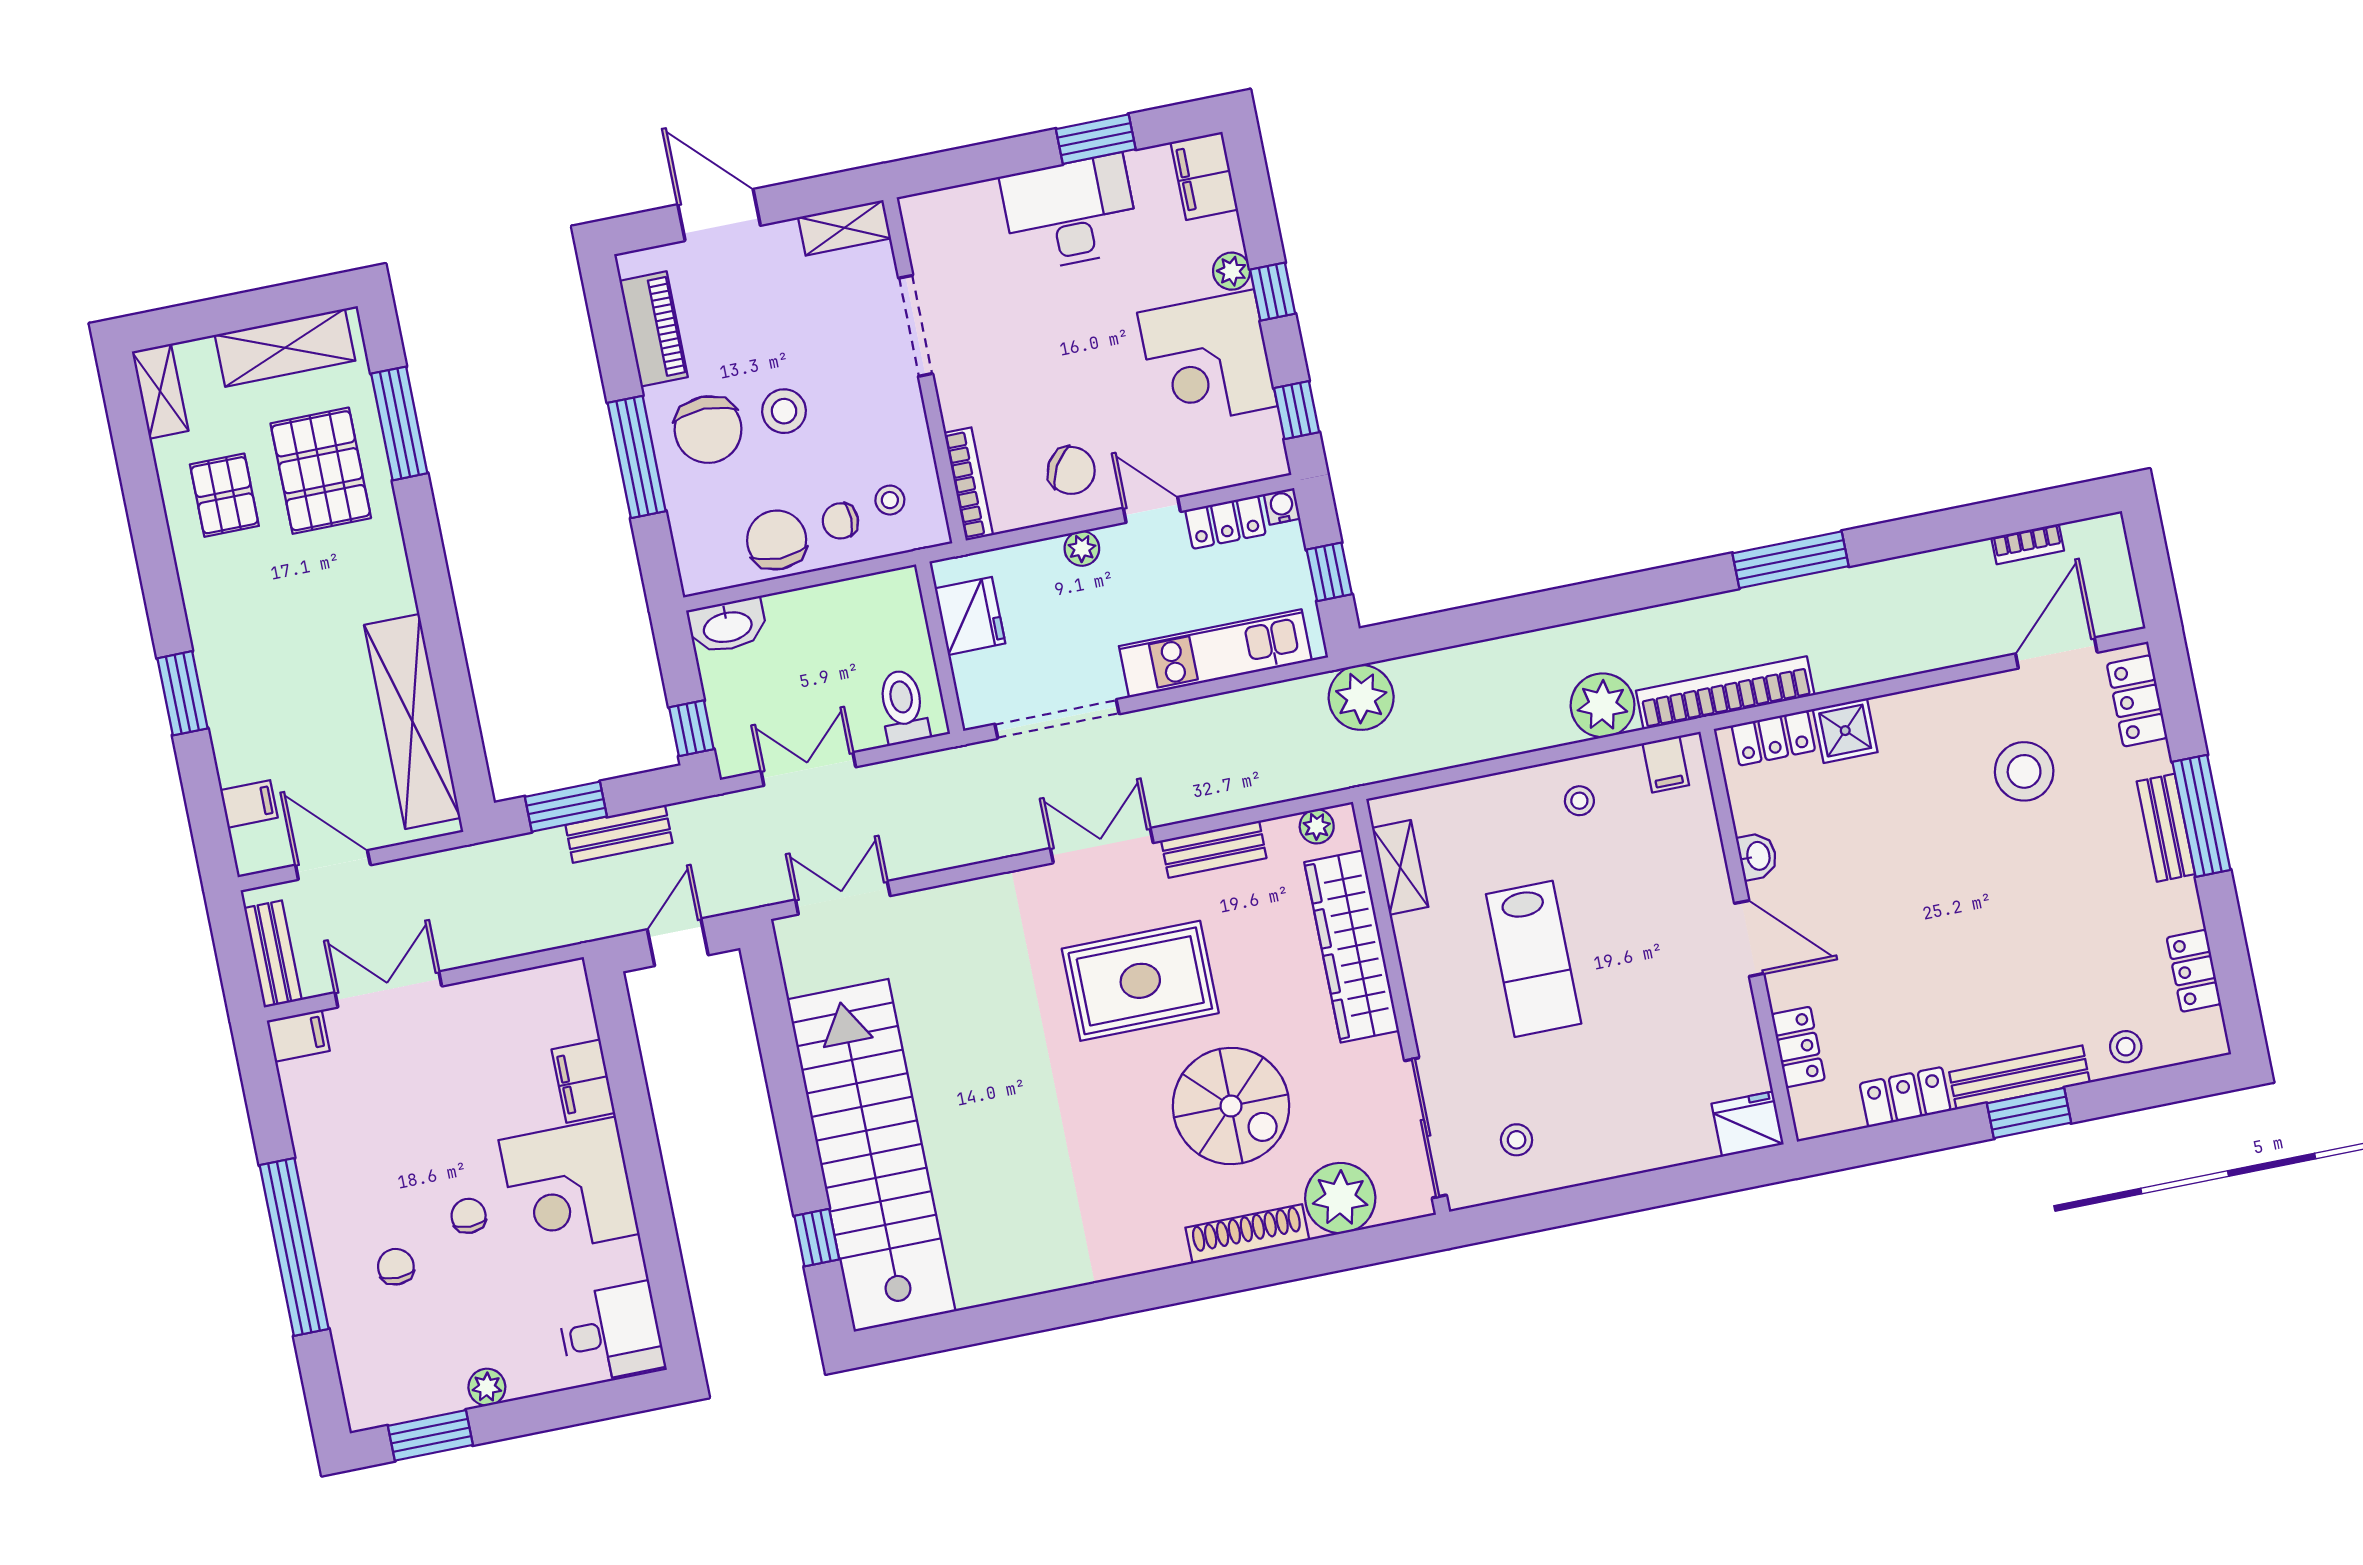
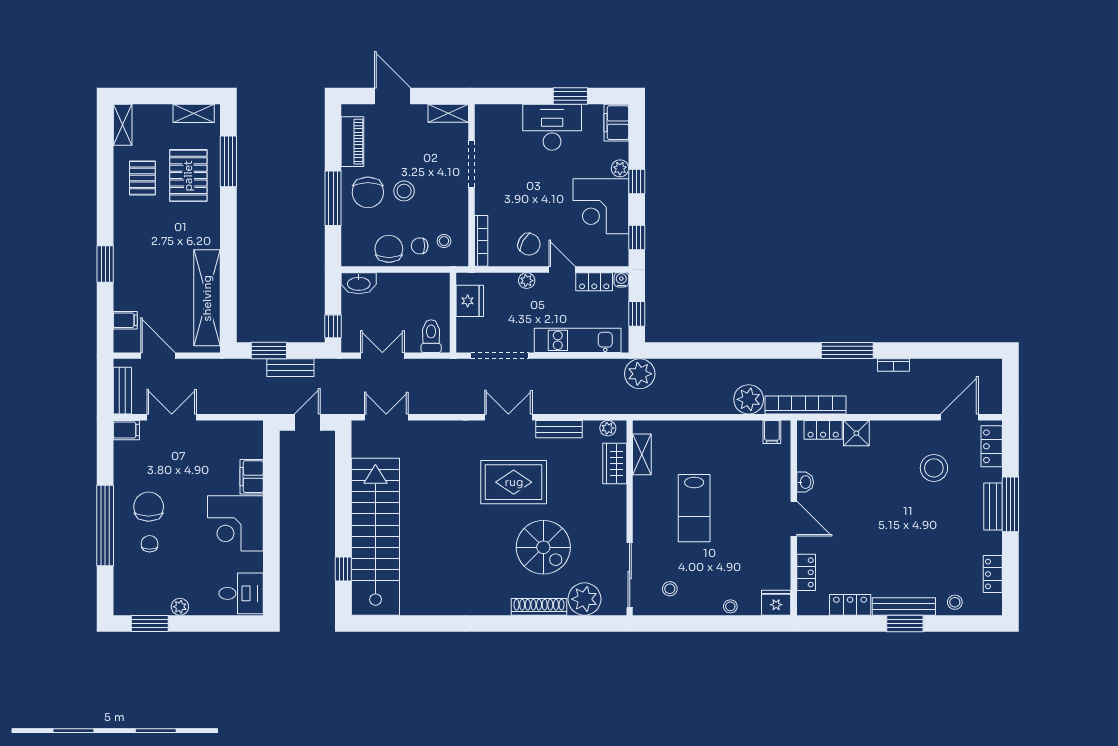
shelving: (285, 348) -> (194, 113), width x0.67, depth x0.75
bookcase: (2028, 544) -> (894, 365), moved
stool: (1579, 801) -> (730, 606), moved
wardrobe: (1352, 946) -> (615, 464), width x0.48, depth x0.85
chair: (469, 1216) -> (149, 507), moved, width x1.87, depth x1.87

